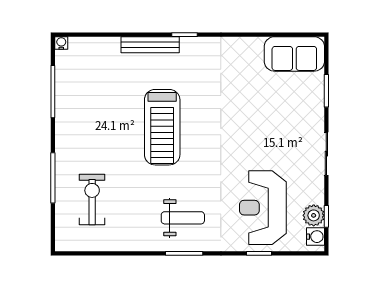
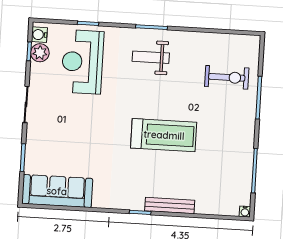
sofa: (294, 54) -> (57, 191), width x1.36
treadmill: (162, 127) -> (164, 135), turned 90
exercise bike: (92, 200) -> (227, 77), turned -90
reception desk: (263, 208) -> (82, 62), turned 180

